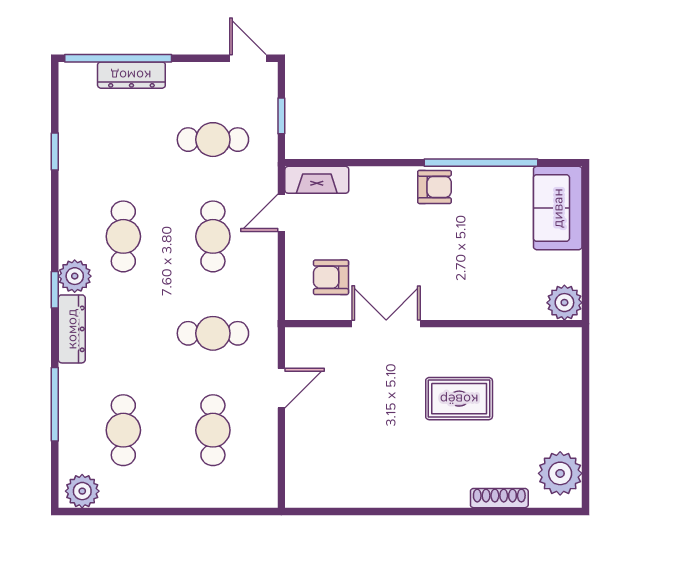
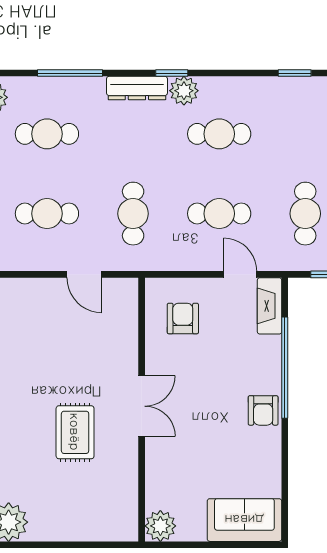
window: (481, 163) -> (285, 368), moved
double door: (386, 324) -> (142, 406), moved

